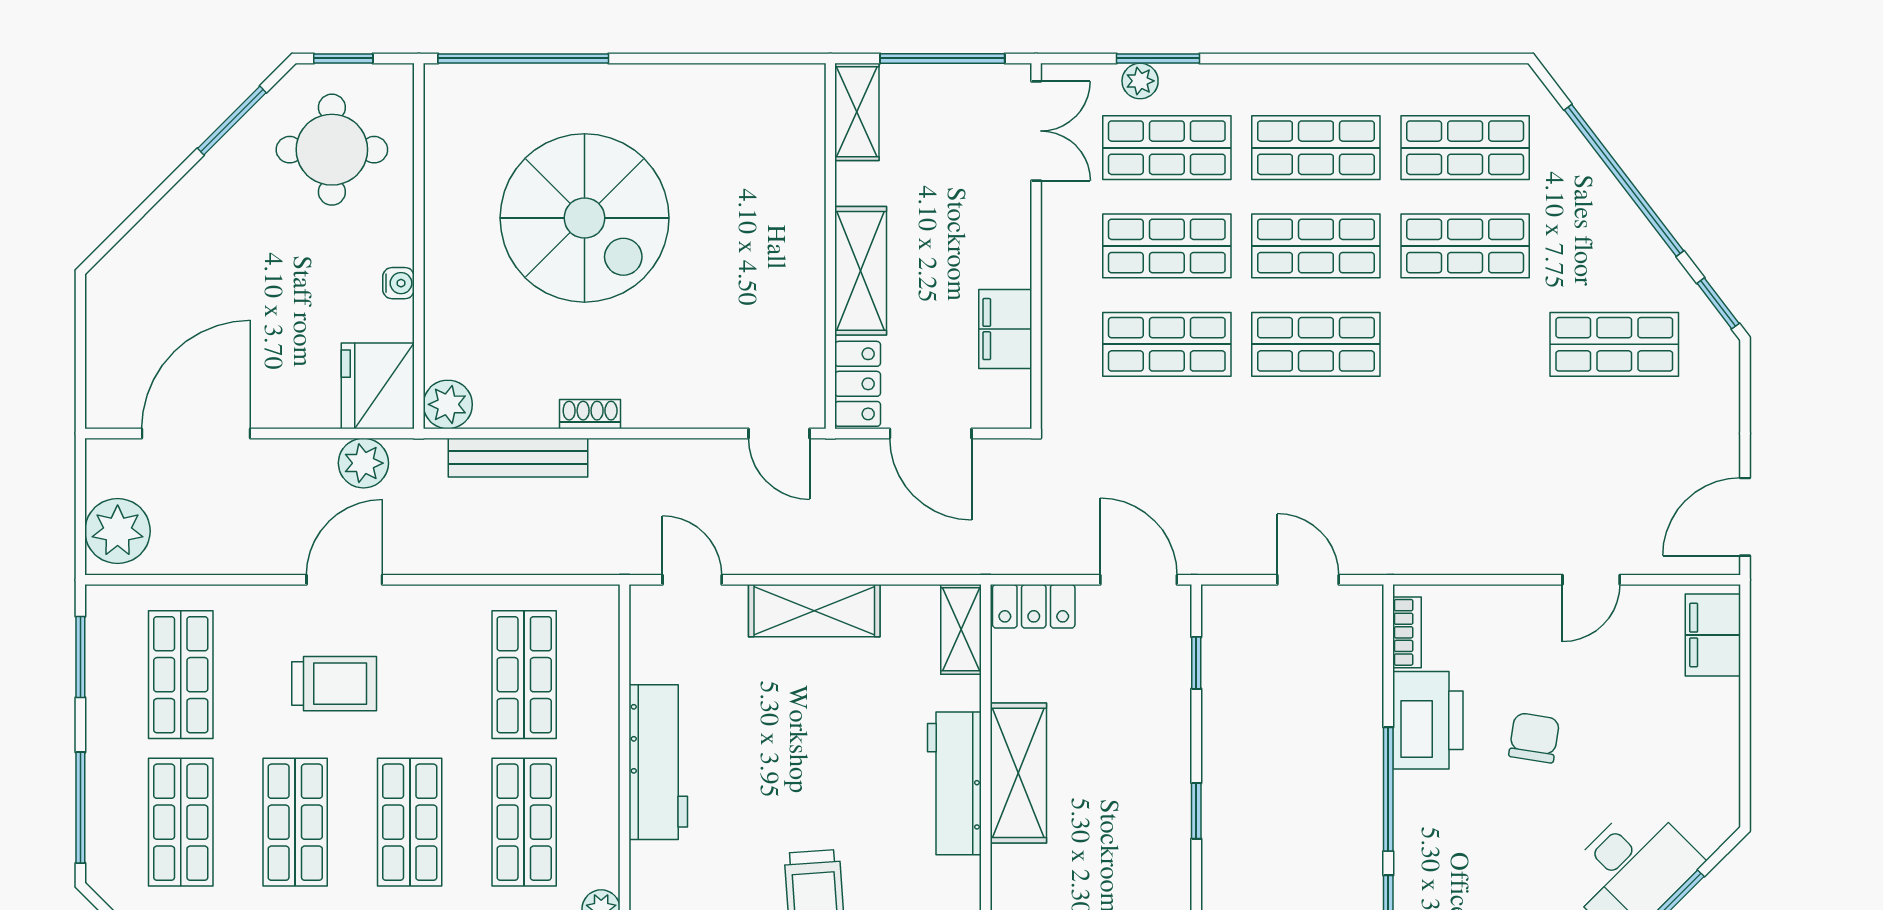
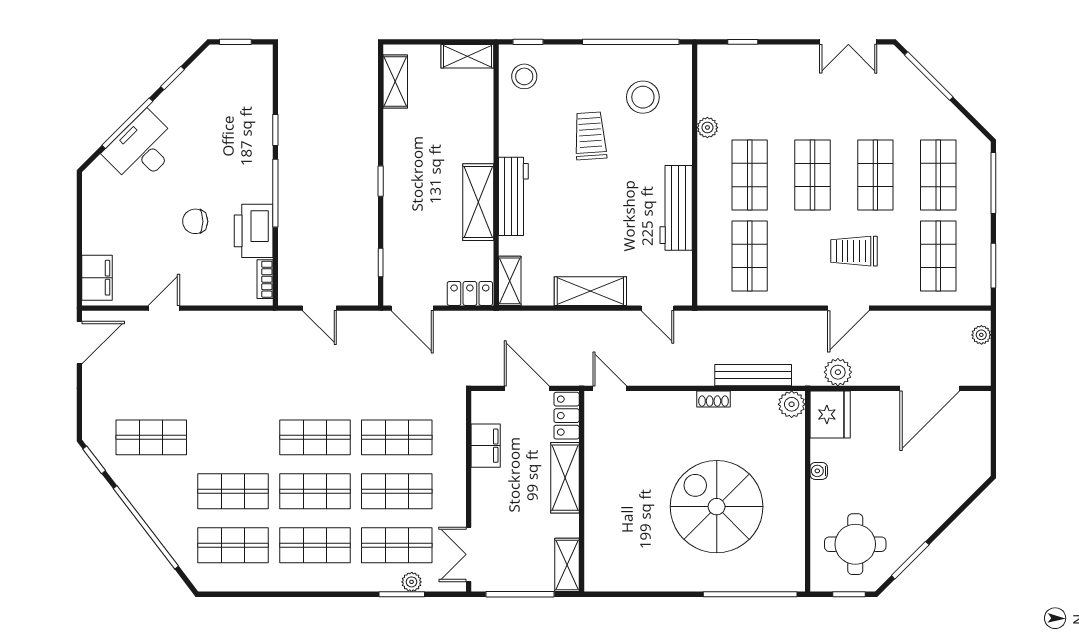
plant: (118, 531) -> (981, 335), width x0.53, depth x0.53
chair: (1534, 738) -> (195, 221), turned 81

